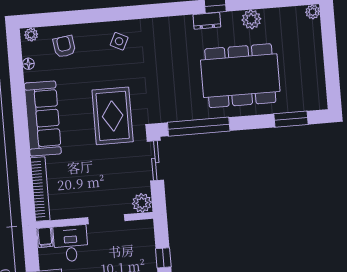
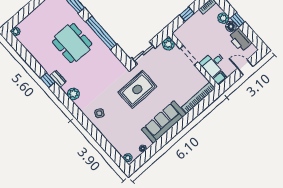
plant: (251, 19) -> (73, 94), moved
armchair: (64, 47) -> (122, 138), removed
dining table: (240, 76) -> (72, 43), width x0.73, depth x0.80
window: (199, 127) -> (101, 33), moved

